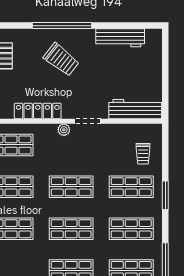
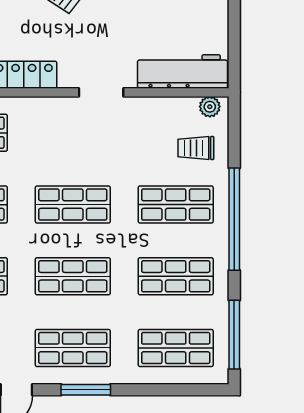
plant: (64, 130) -> (210, 107), moved
trolley: (143, 154) -> (196, 148), turned 90
window: (165, 195) -> (234, 219), width x2.11

